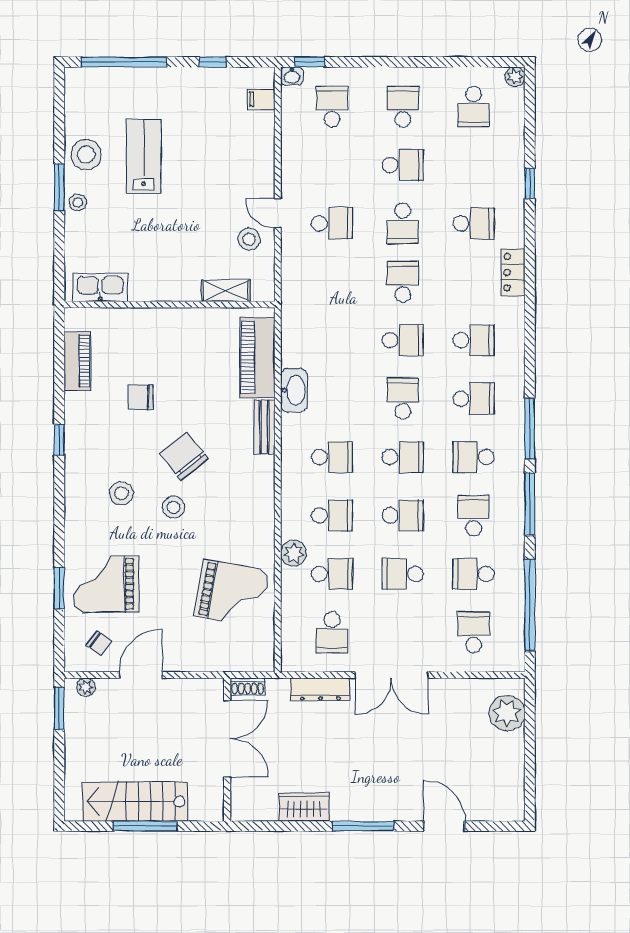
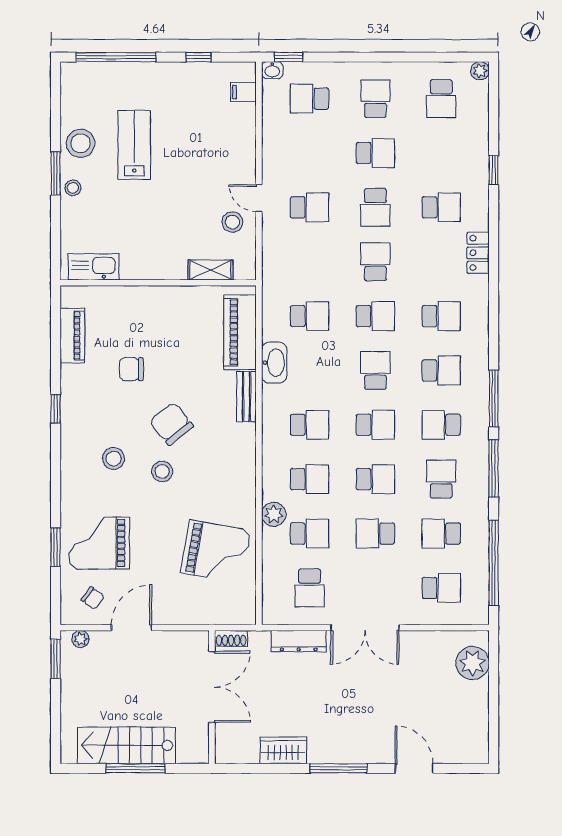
school desk: (332, 107) -> (310, 99), turned -90
school desk: (332, 340) -> (310, 316), added
school desk: (474, 632) -> (441, 588), turned 90

